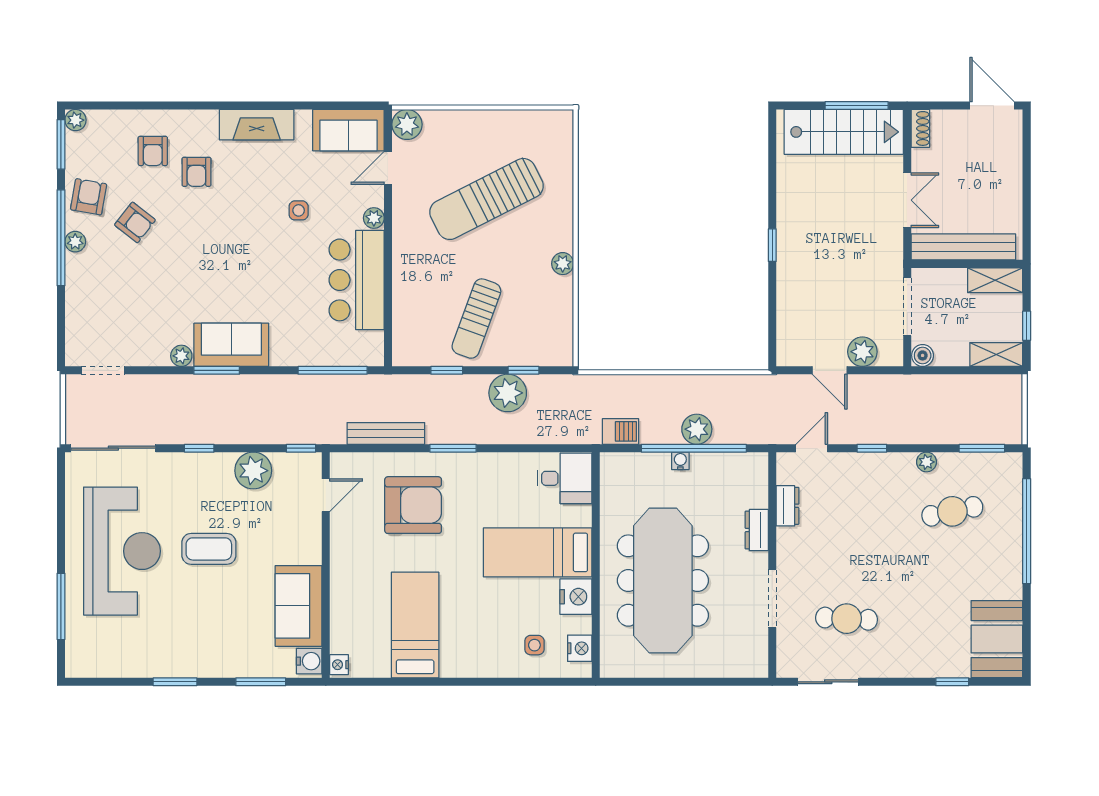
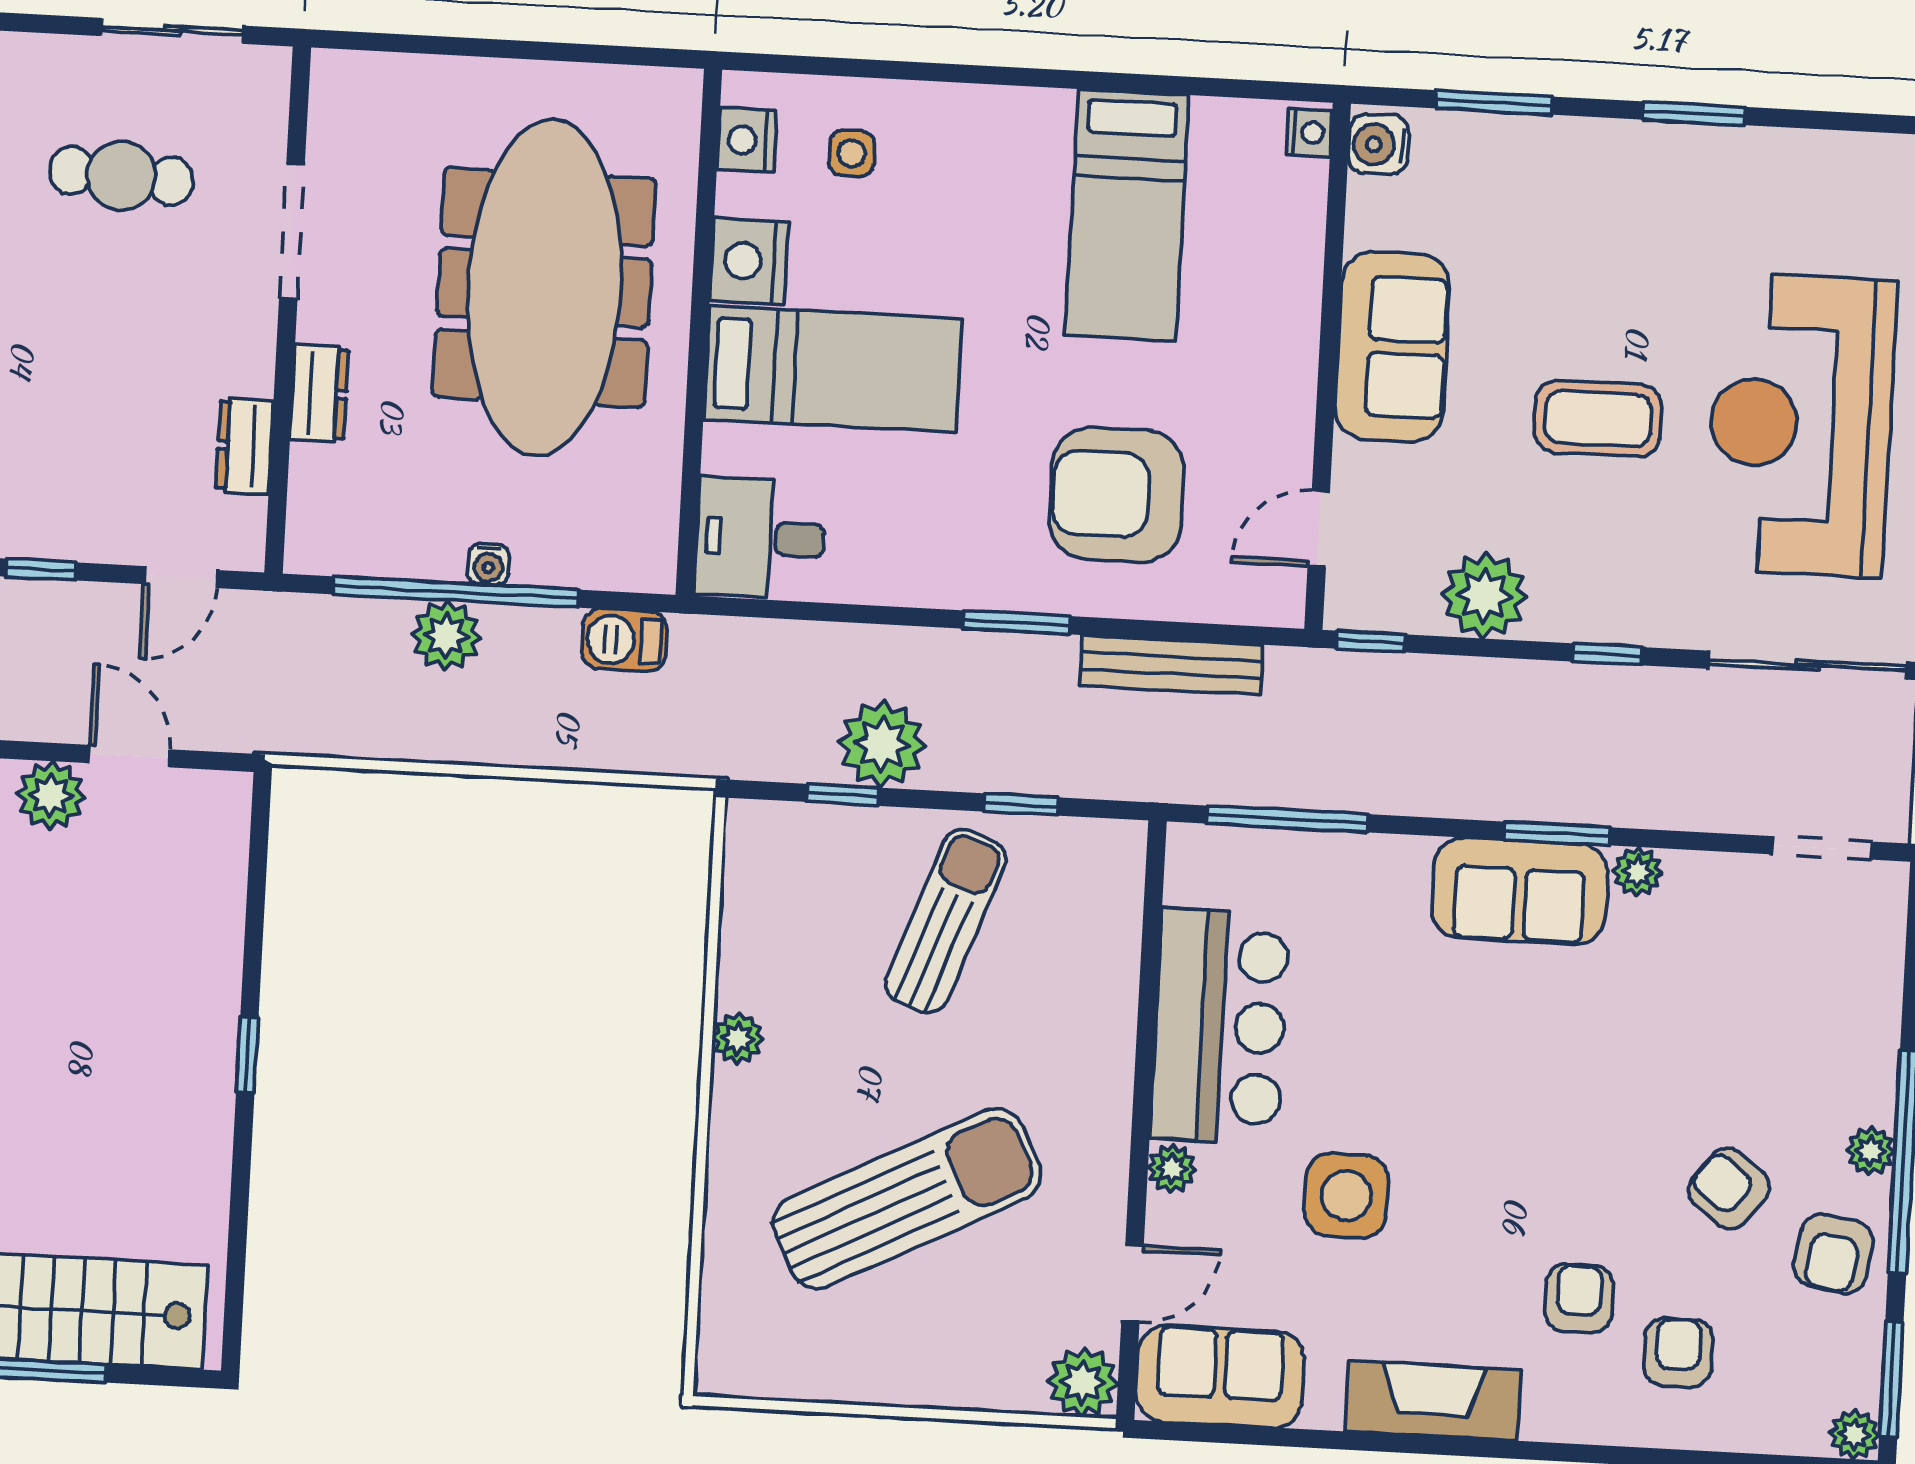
side table: (299, 210) -> (1346, 1196), width x1.87, depth x1.87
sofa: (299, 606) -> (1392, 347), moved

